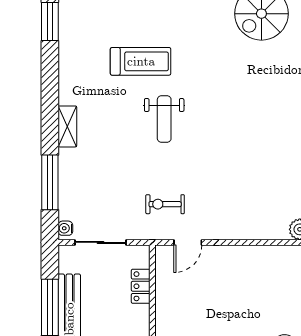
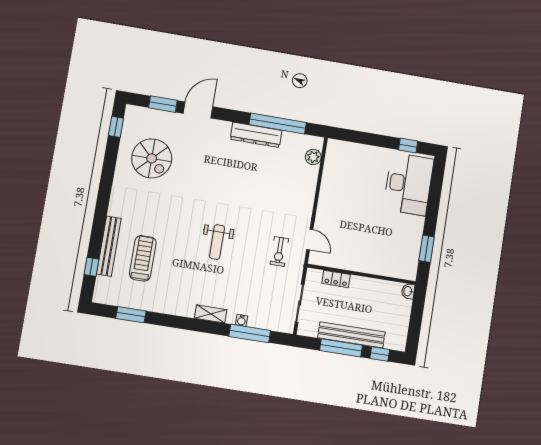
treadmill: (141, 61) -> (143, 258), moved
weight bench: (164, 119) -> (217, 242), turned 90
water cooler: (65, 228) -> (241, 320), moved

